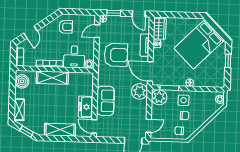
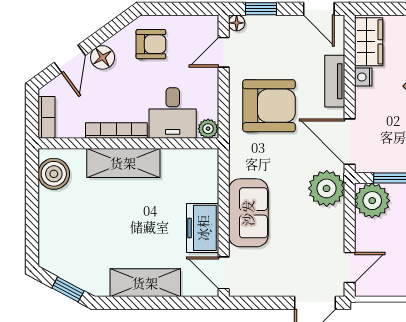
floor lamp: (45, 32) -> (103, 57), added
shelving: (19, 110) -> (49, 239), removed

